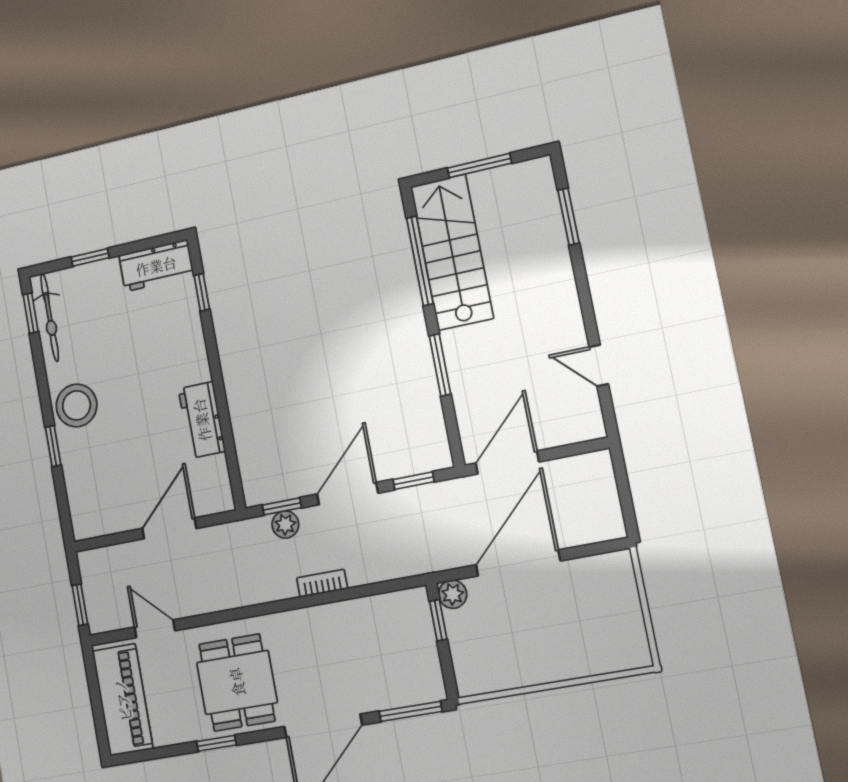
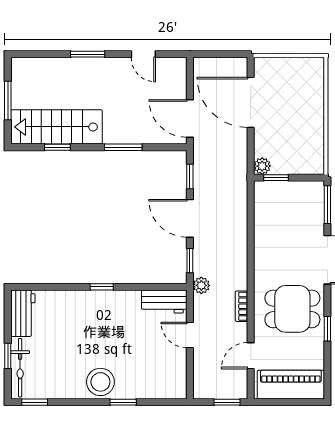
window: (568, 217) -> (88, 54), moved
window: (420, 261) -> (57, 147), width x0.46
window: (202, 292) -> (102, 287), moved
bicycle: (50, 317) -> (20, 368), moved, turned 90
door: (599, 365) -> (143, 54), hinge flipped
workbench: (202, 420) -> (164, 302), moved
plant: (285, 524) -> (201, 285), moved
door: (169, 528) -> (190, 335), width x0.73
door: (518, 563) -> (251, 102), moved
bookcase: (322, 583) -> (241, 306), moved

